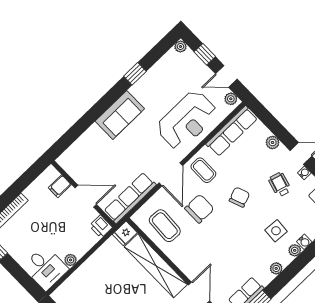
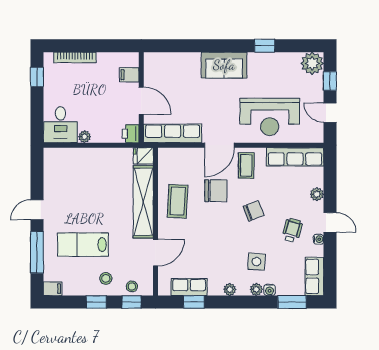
plant: (180, 46) -> (312, 63), width x1.88, depth x1.88
plant: (231, 99) -> (317, 132), removed
coffee table: (165, 226) -> (178, 201), moved

